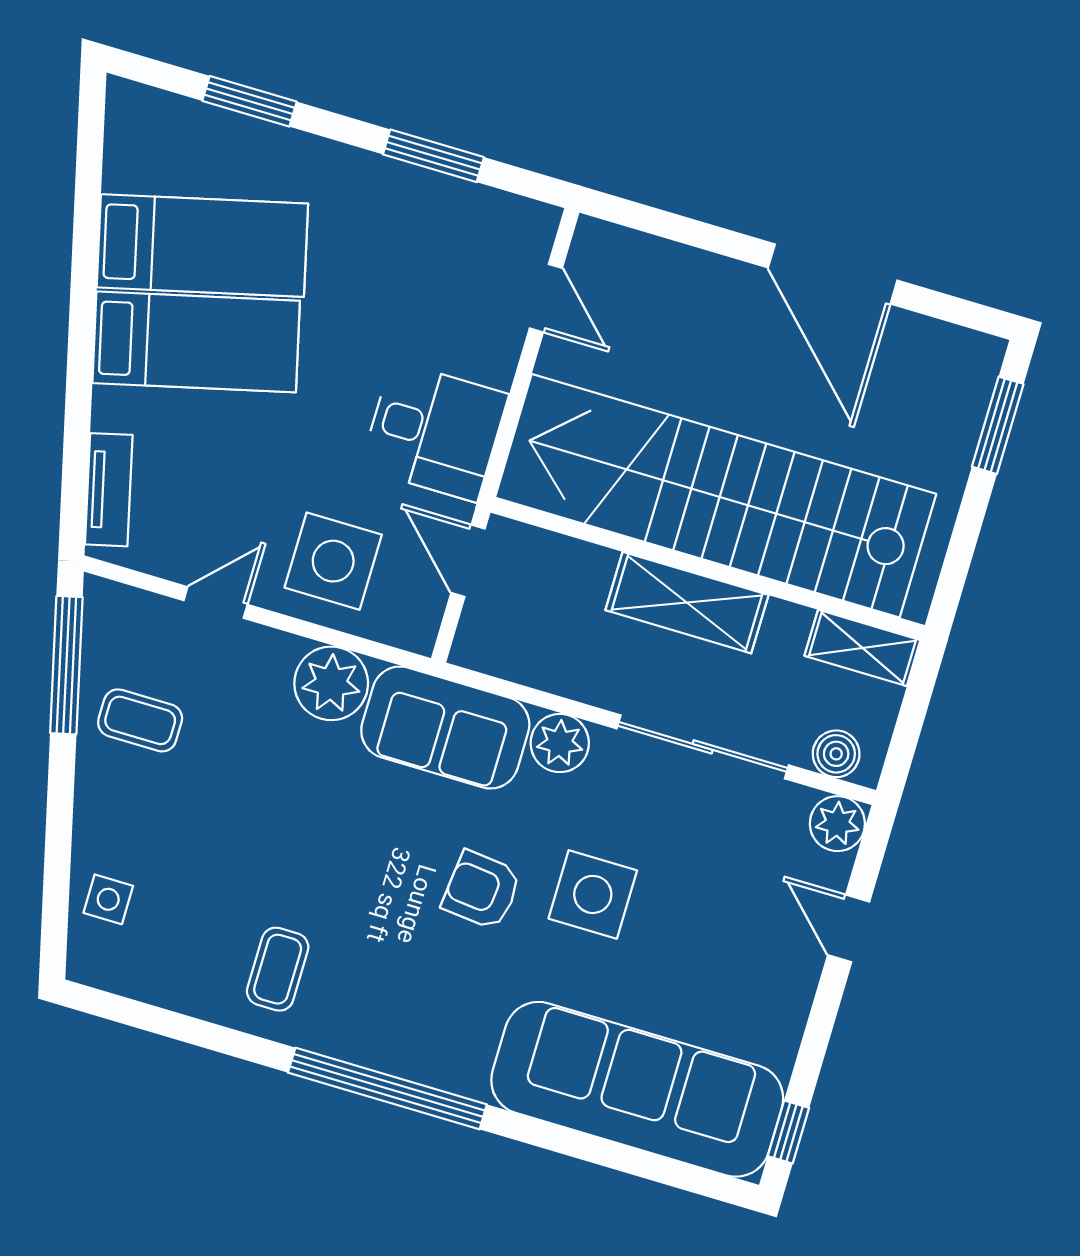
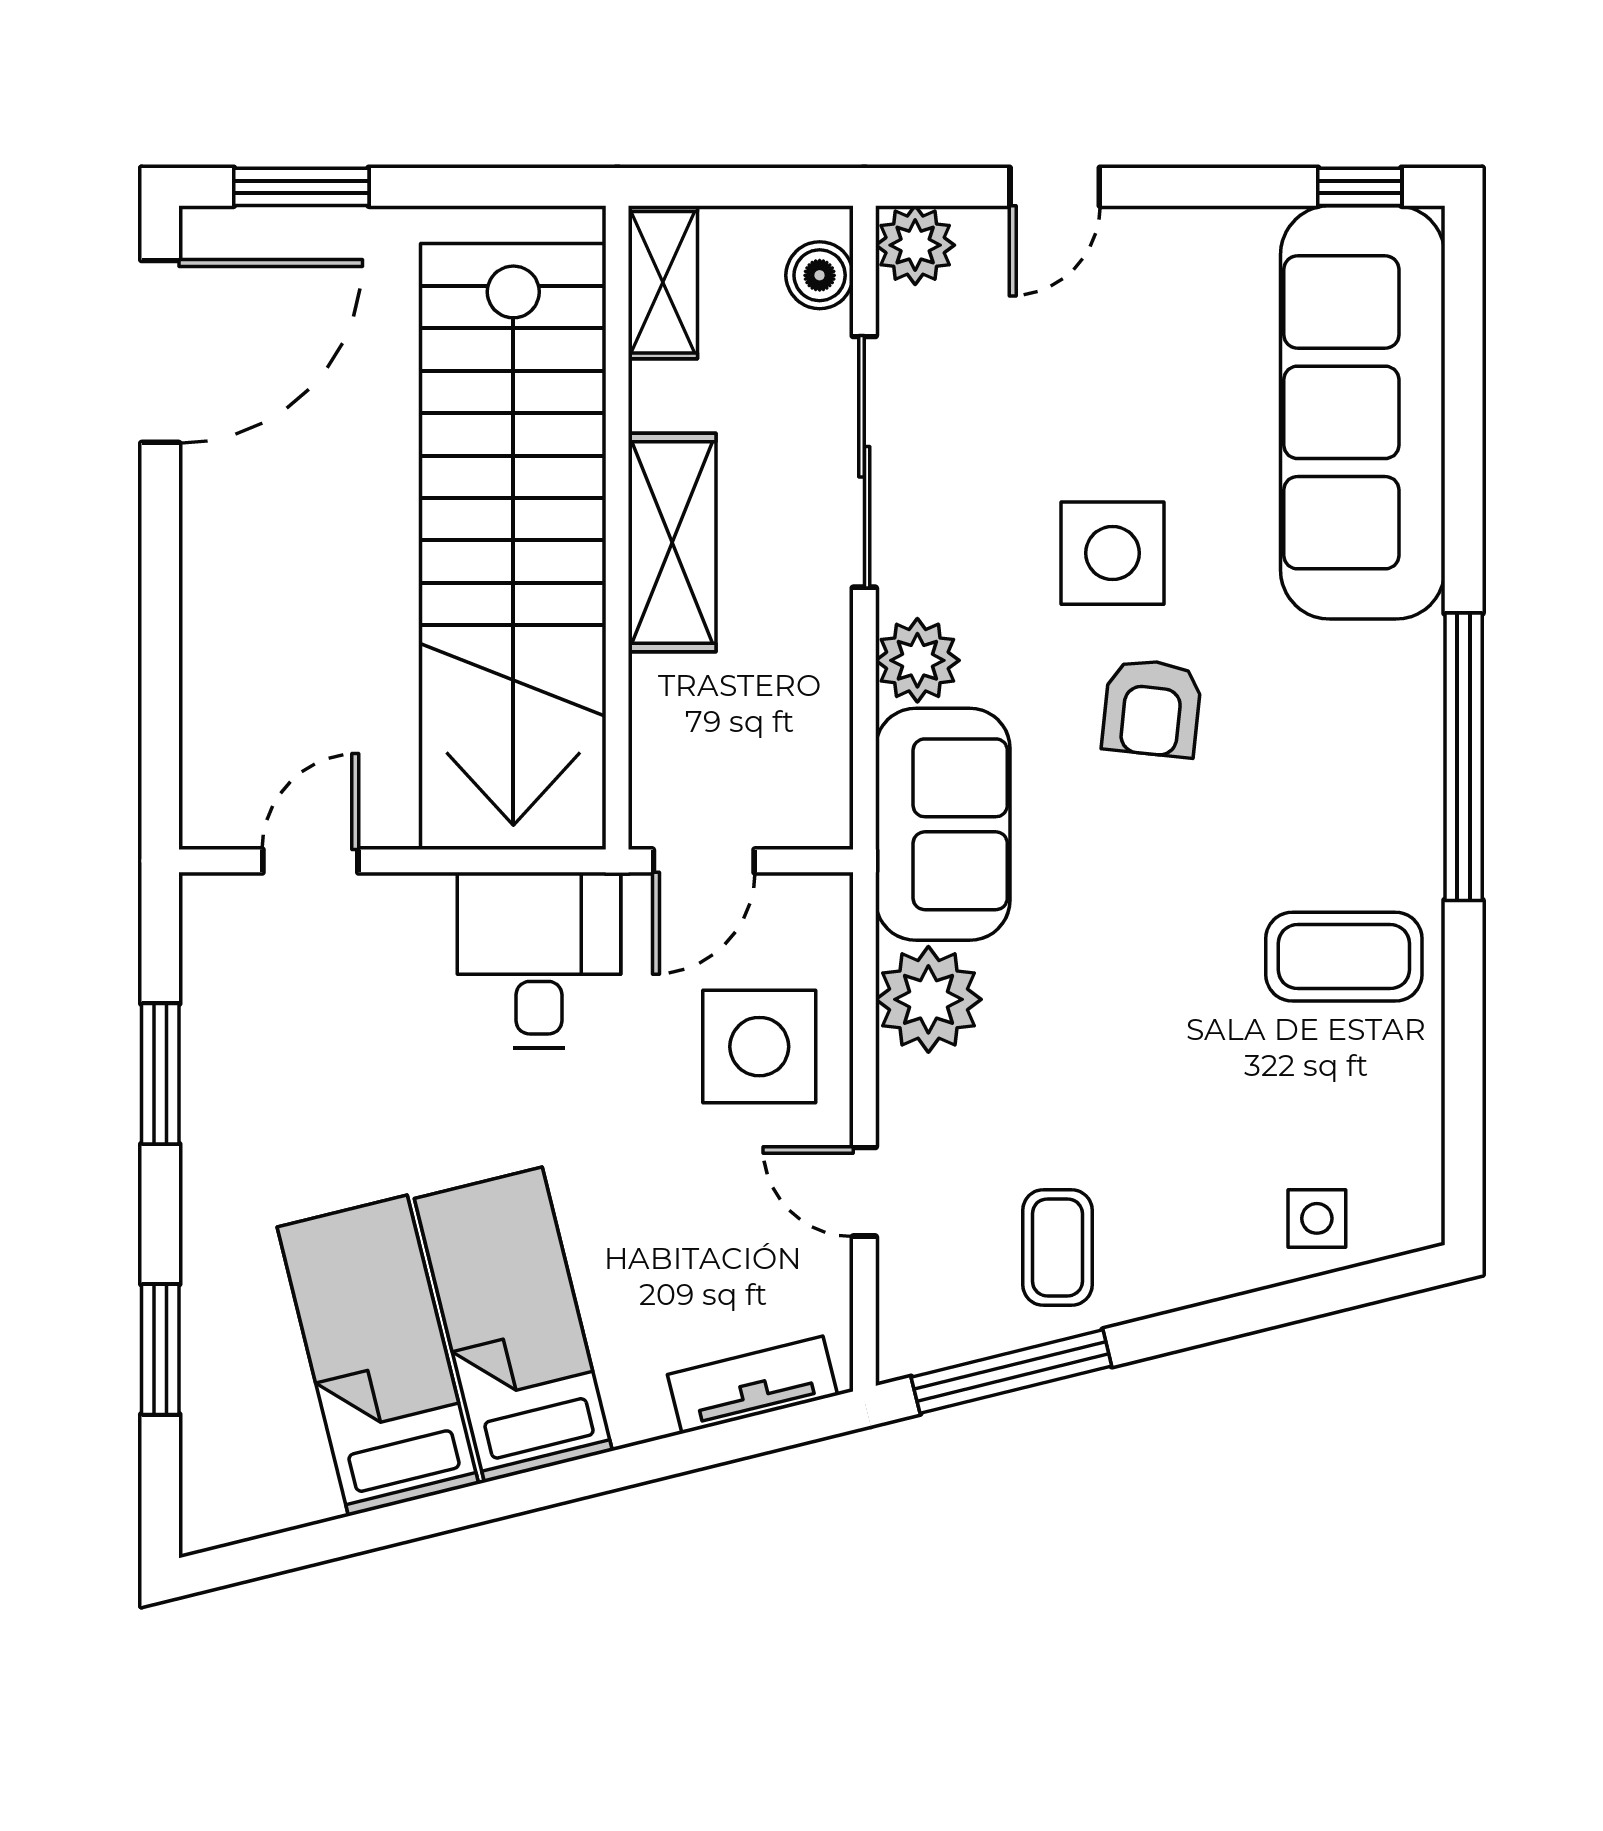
door: (833, 274) -> (160, 351), moved
coffee table: (278, 969) -> (1344, 957), width x1.36, depth x1.30

